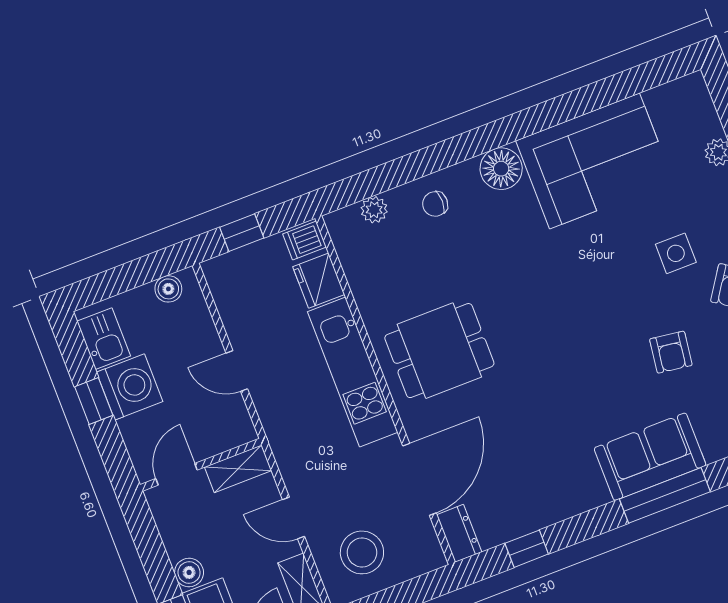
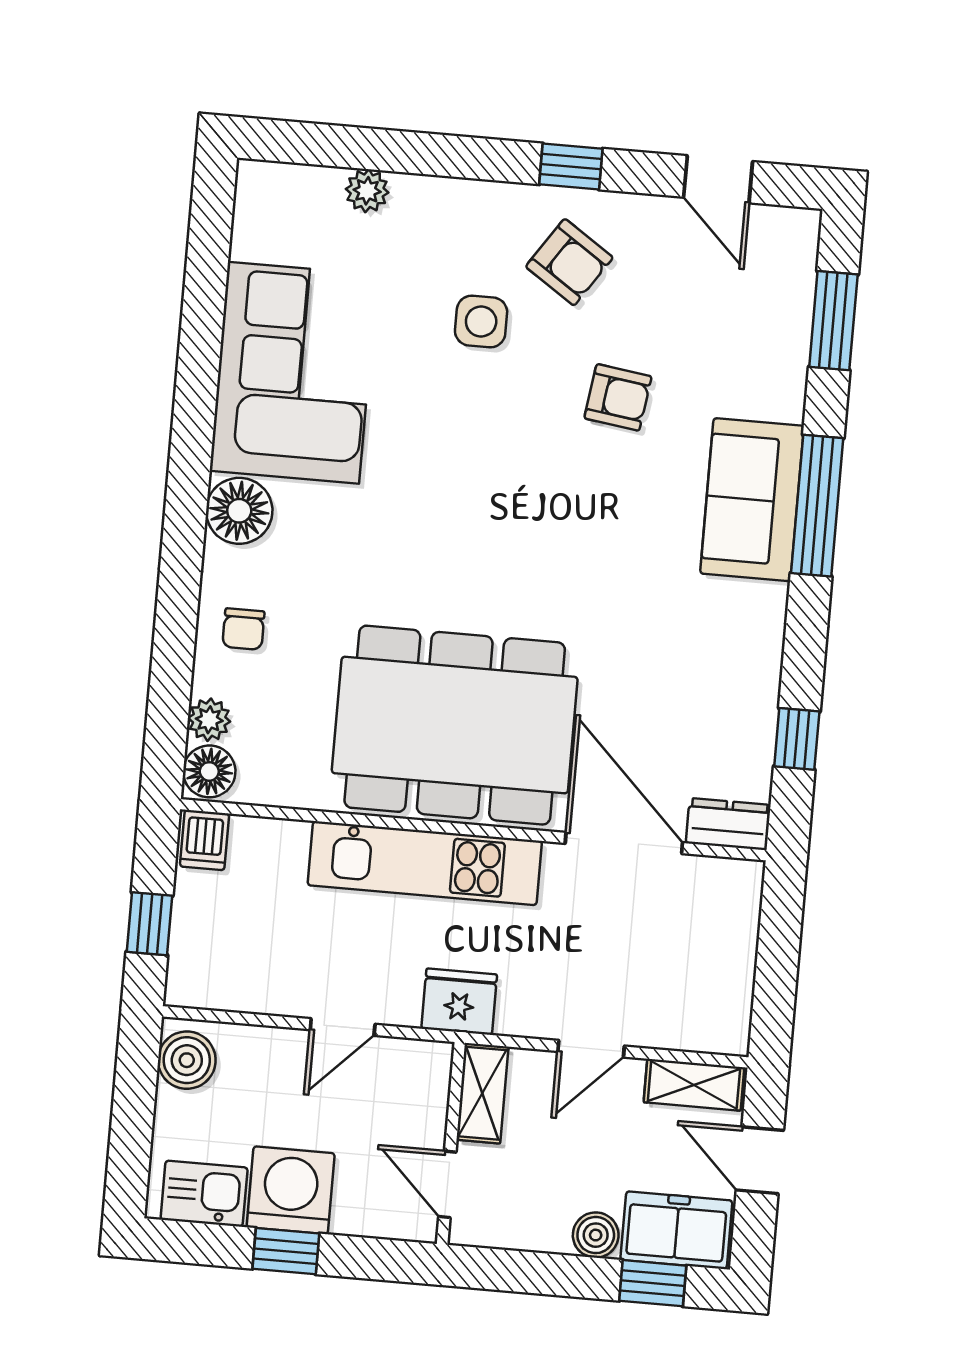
floor lamp: (345, 224) -> (209, 771), added
fridge: (319, 281) -> (459, 1002), moved, turned 180
boiler: (168, 289) -> (187, 1060), width x1.36, depth x1.36
dining table: (439, 351) -> (455, 725), width x1.88, depth x1.24
stool: (362, 552) -> (688, 975), removed

